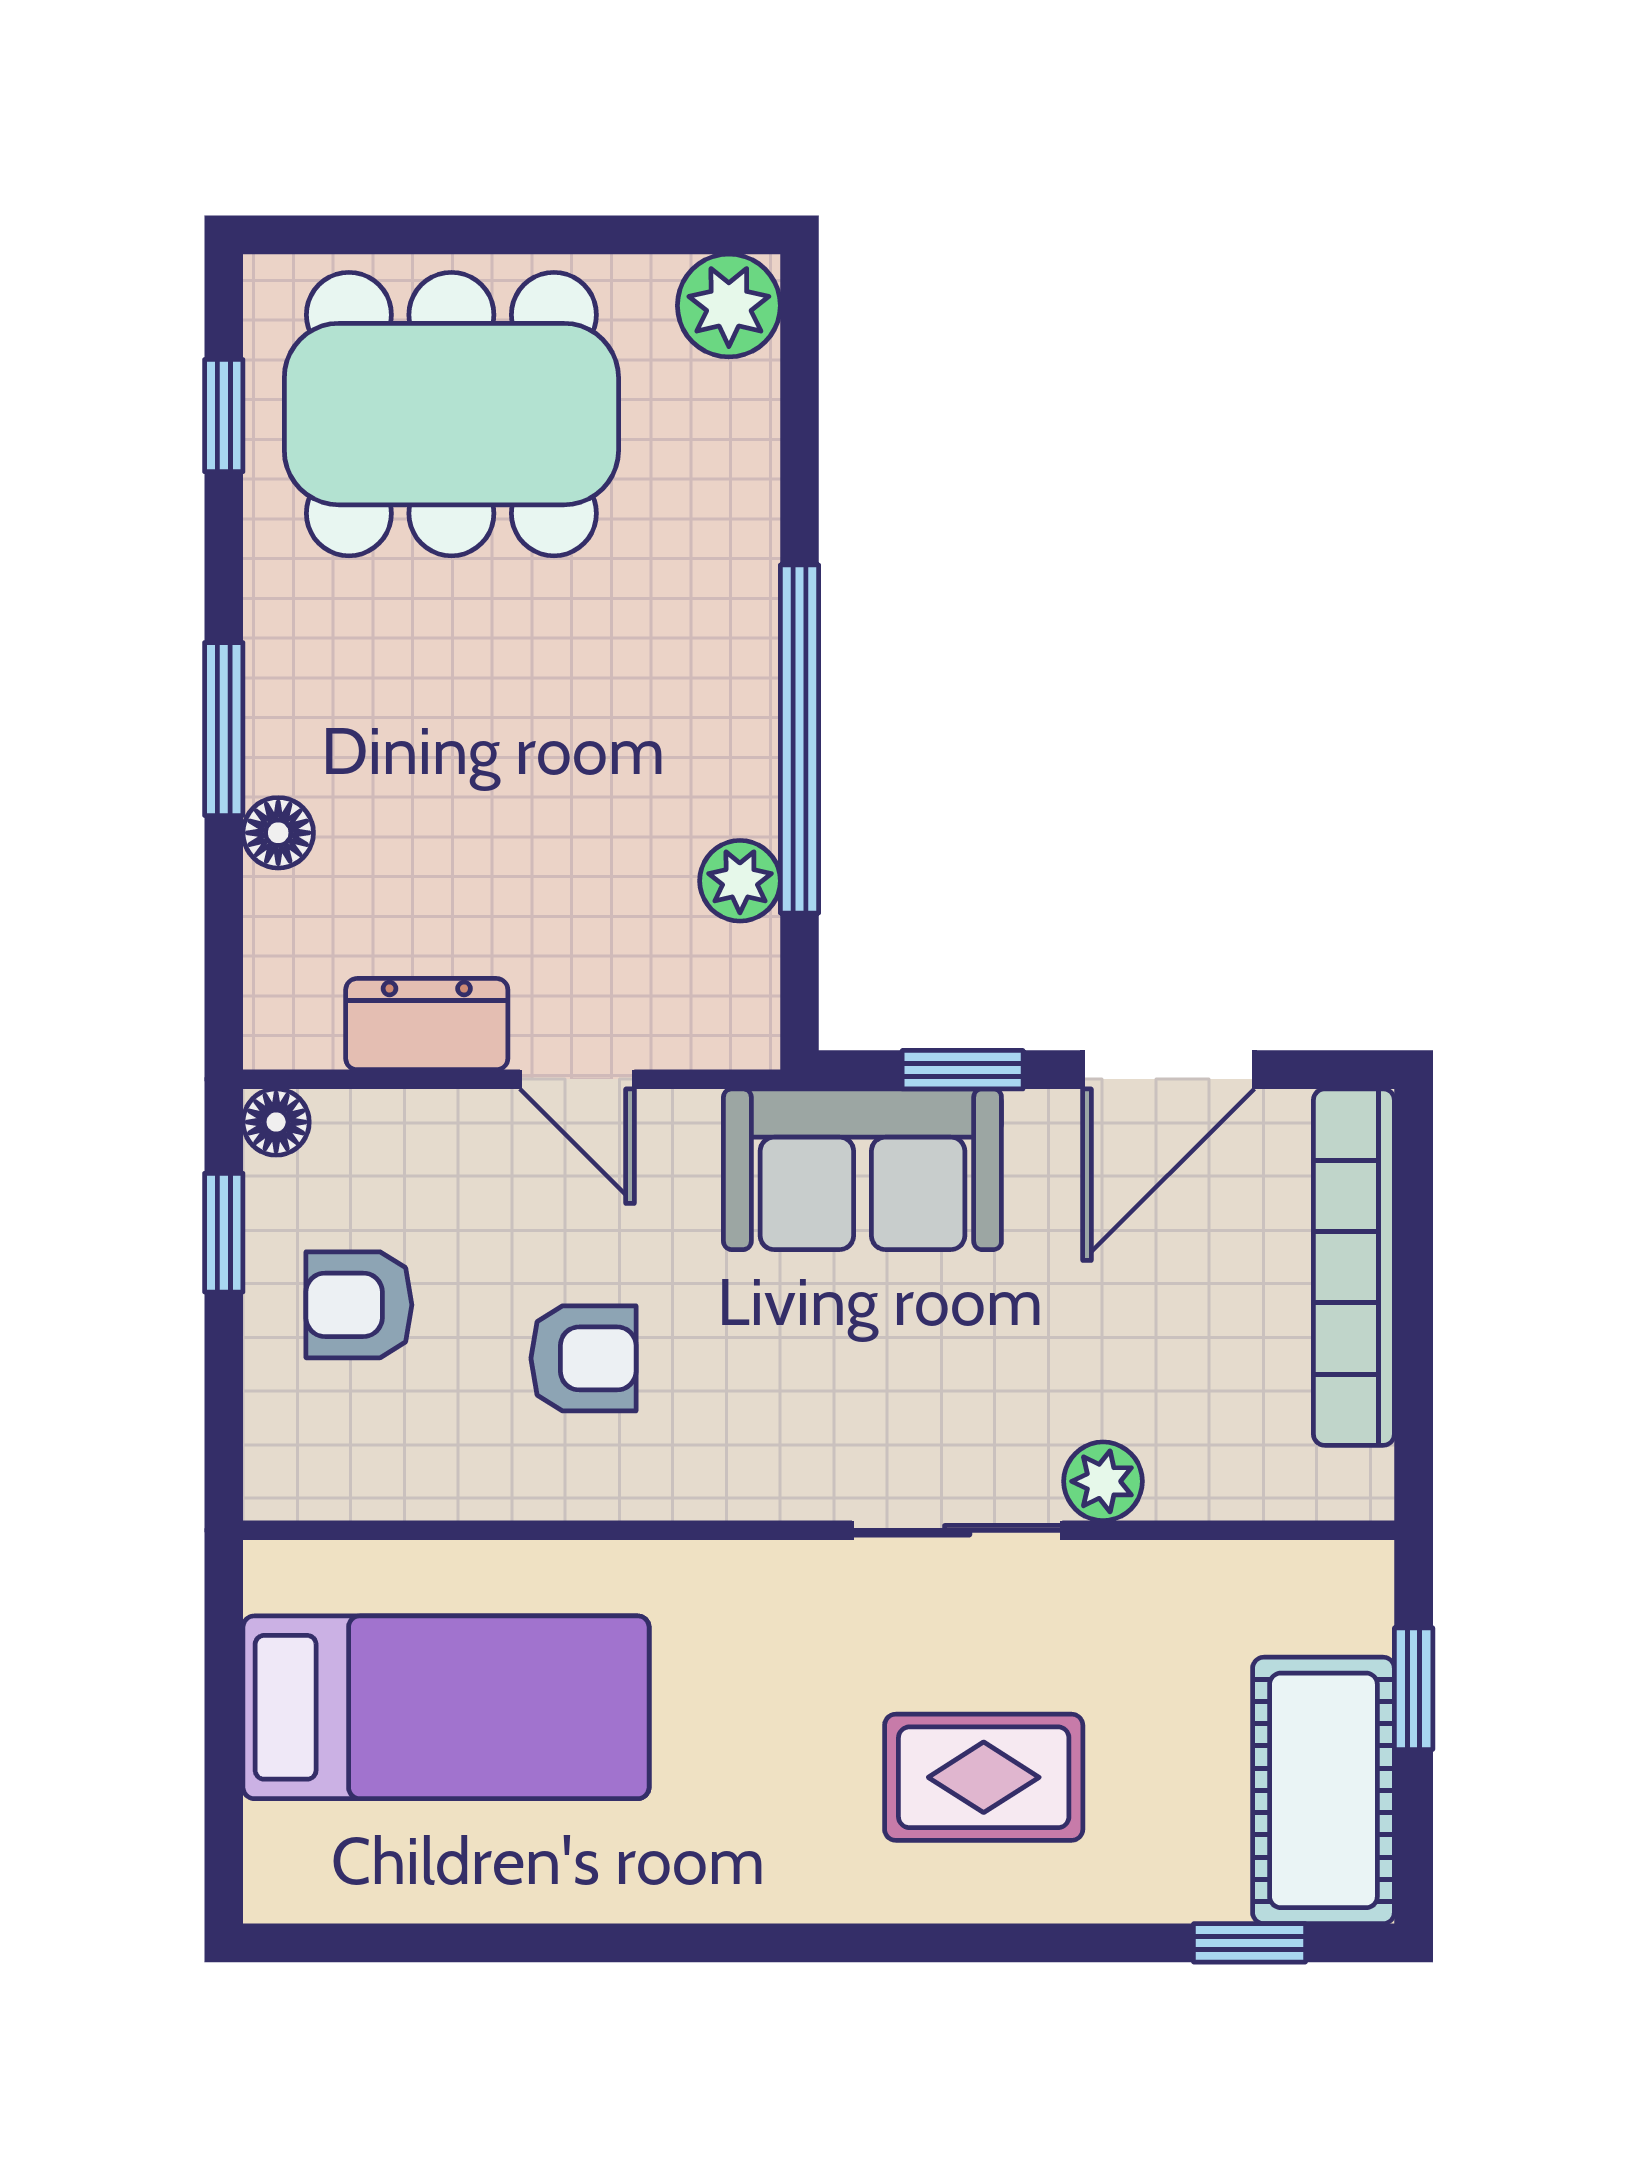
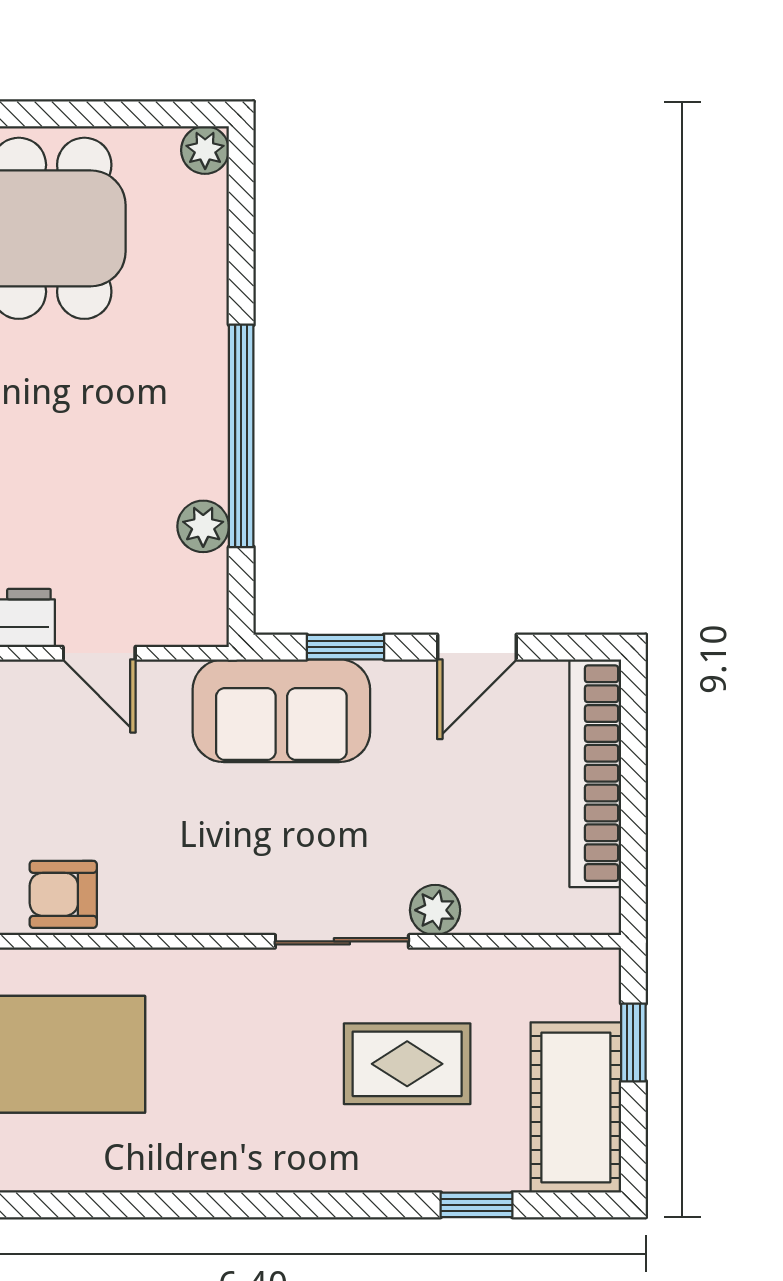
plant: (729, 306) -> (205, 150), width x0.73, depth x0.73
door: (1169, 1070) -> (477, 647), width x0.73
armchair: (583, 1358) -> (63, 894), moved, turned 180
rug: (984, 1777) -> (407, 1064), moved
window: (1250, 1943) -> (476, 1205), moved

